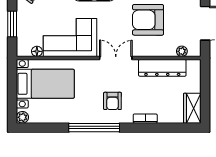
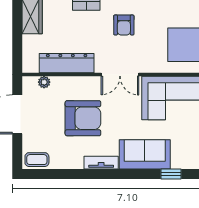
armchair: (112, 101) -> (124, 25), turned 180

